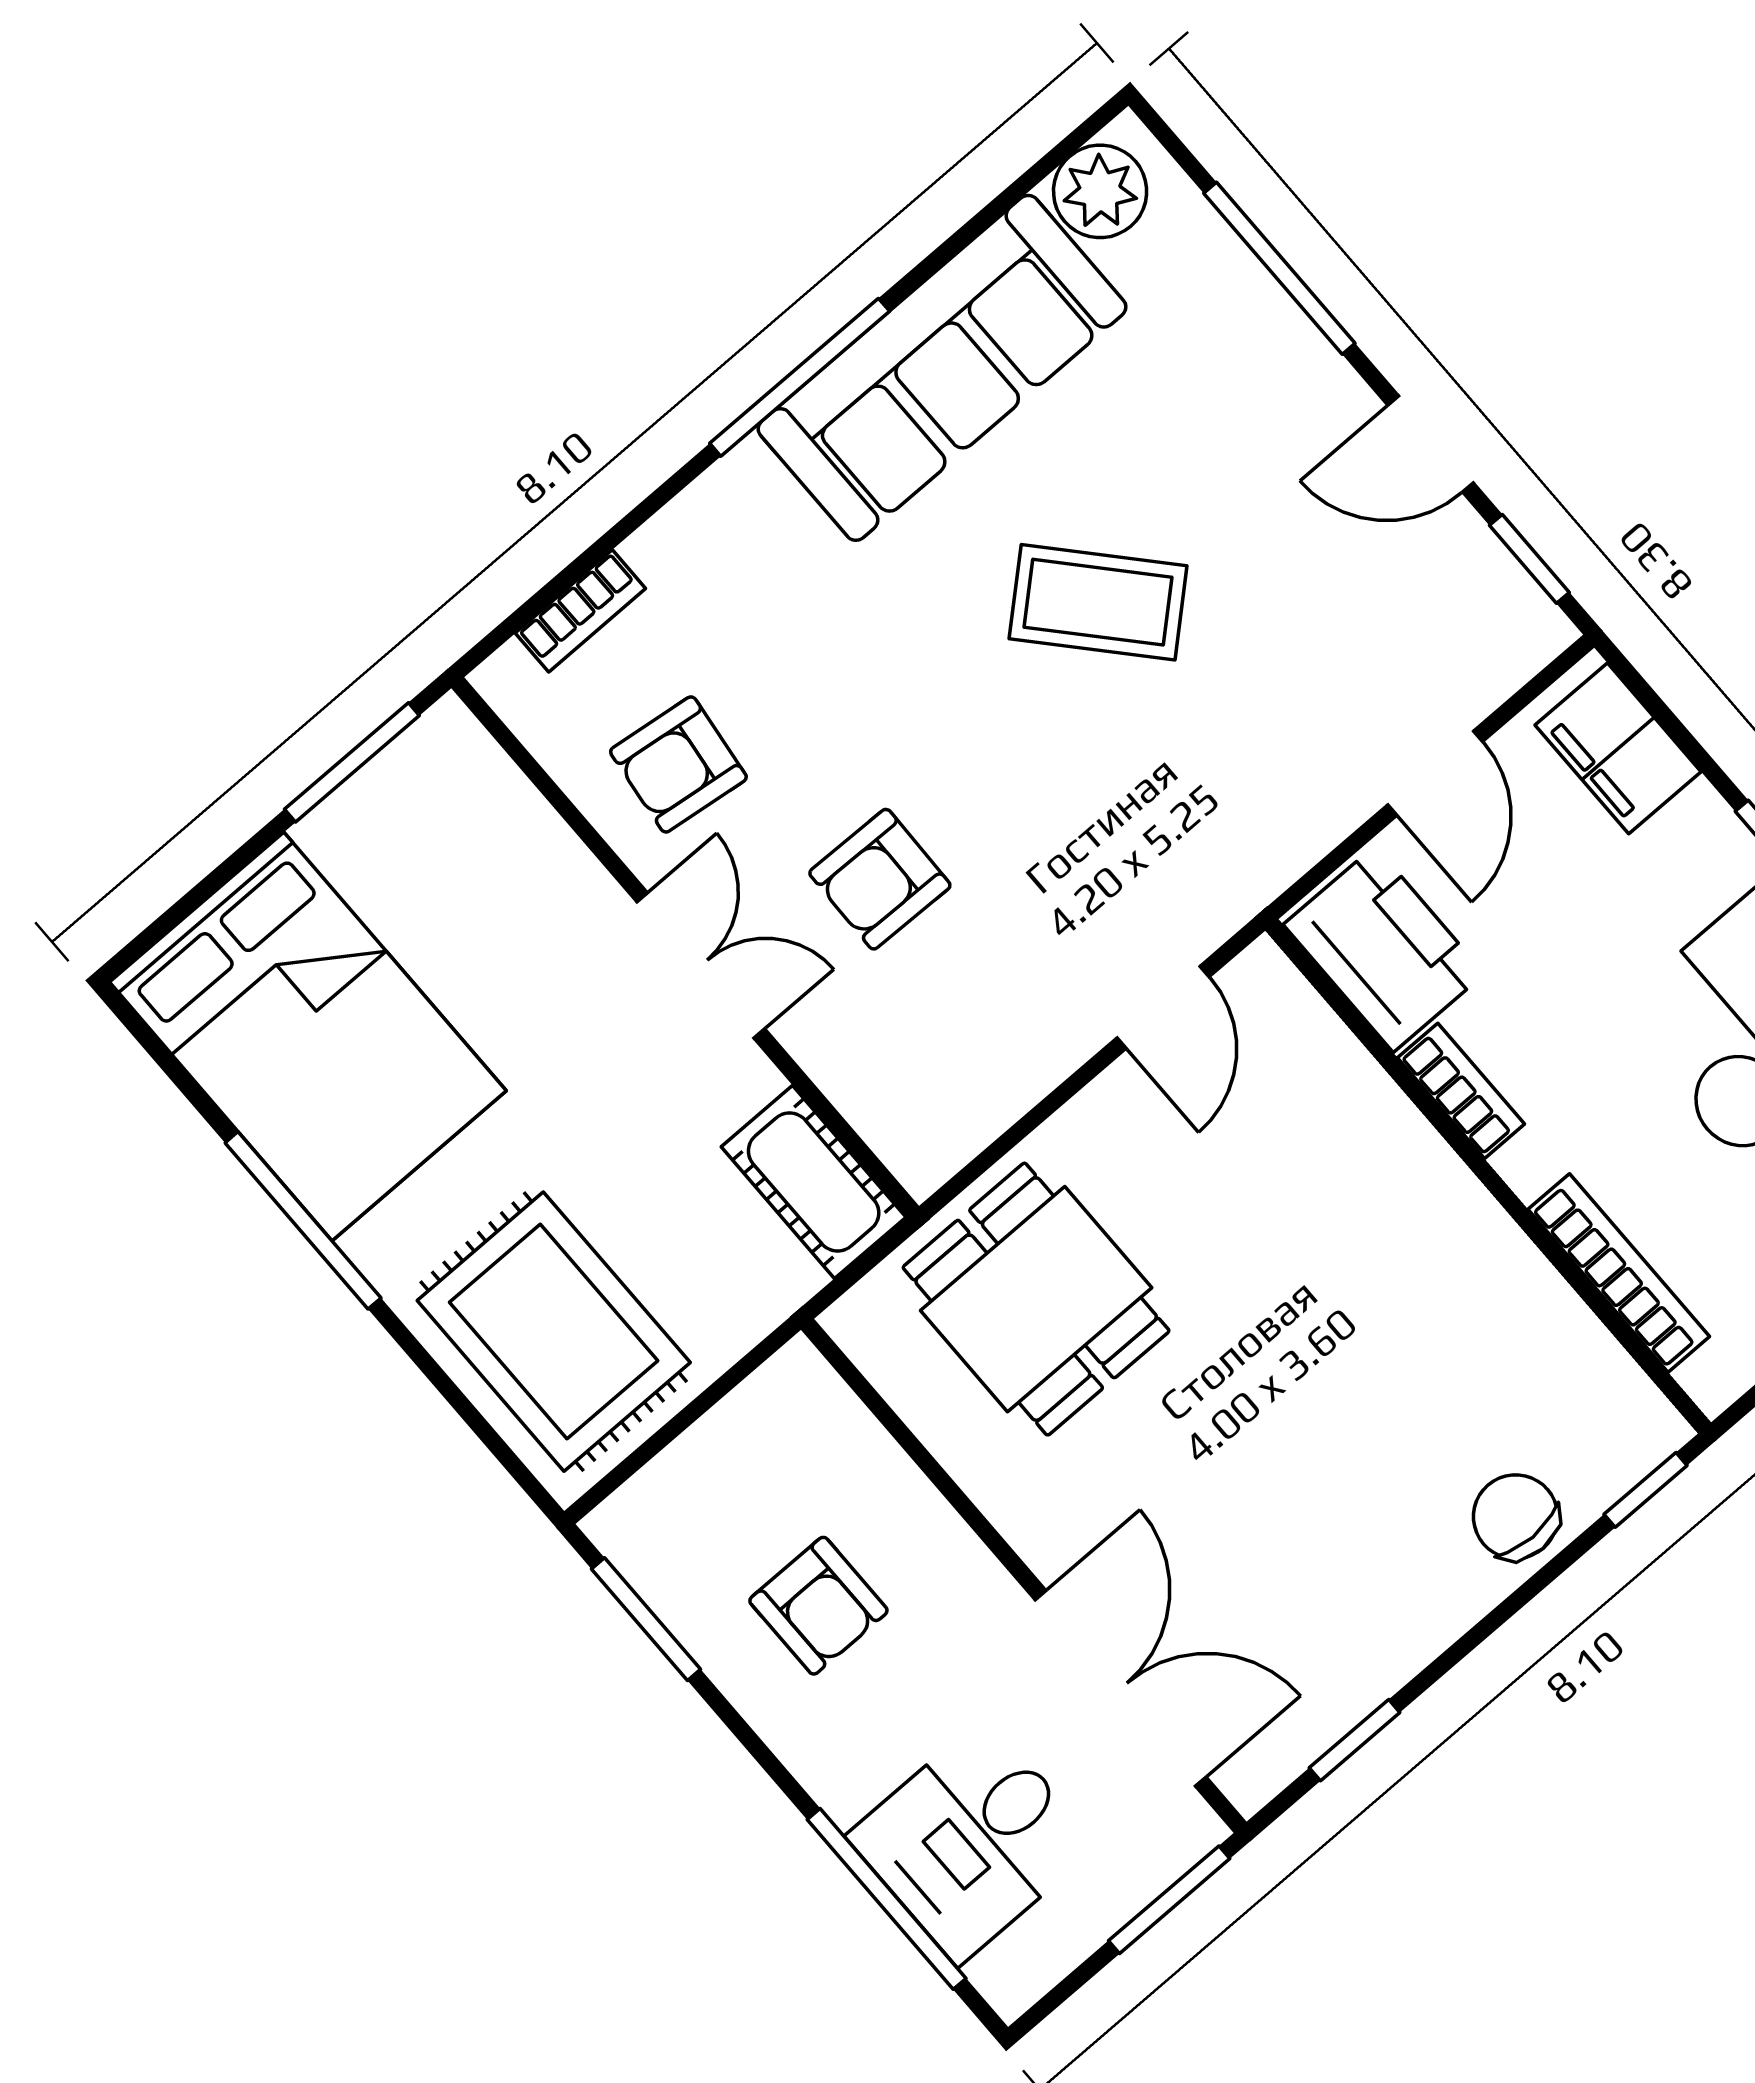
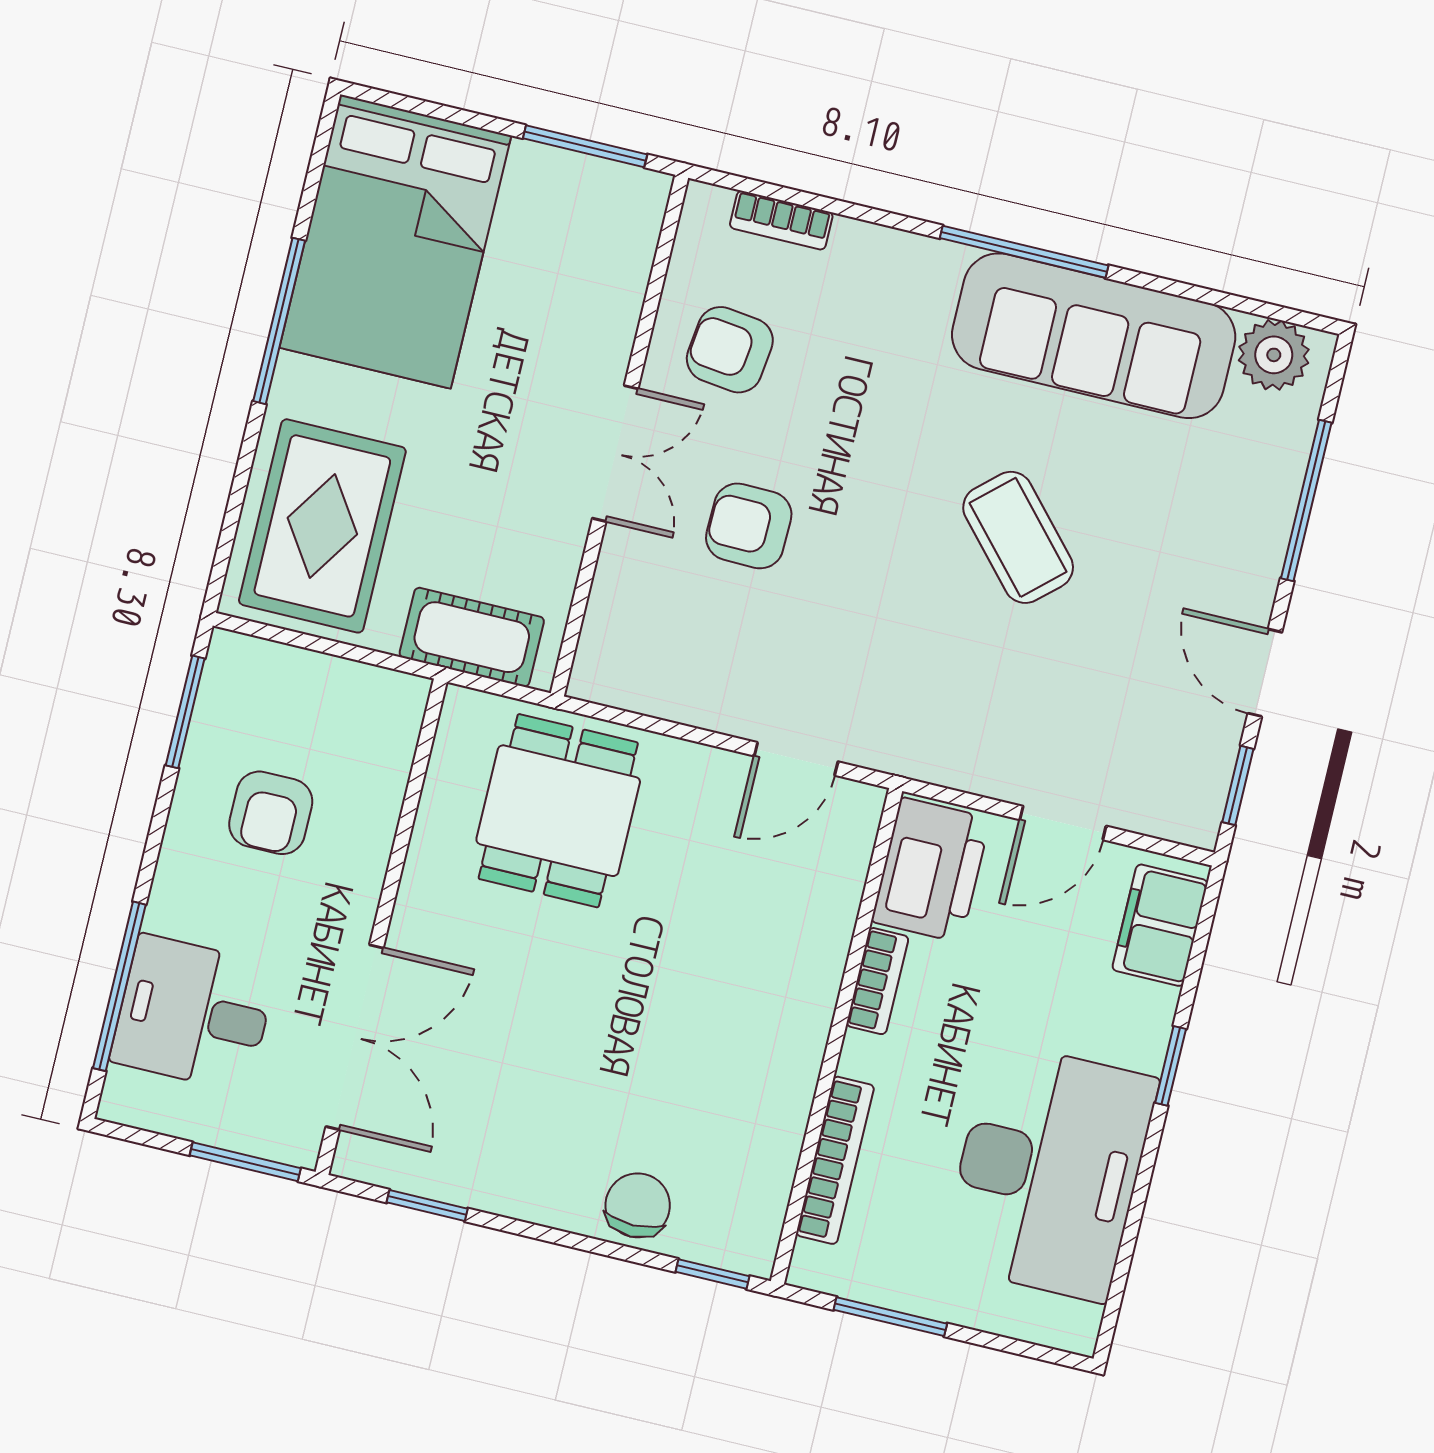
cot: (814, 1182) -> (472, 637), moved, turned 90

